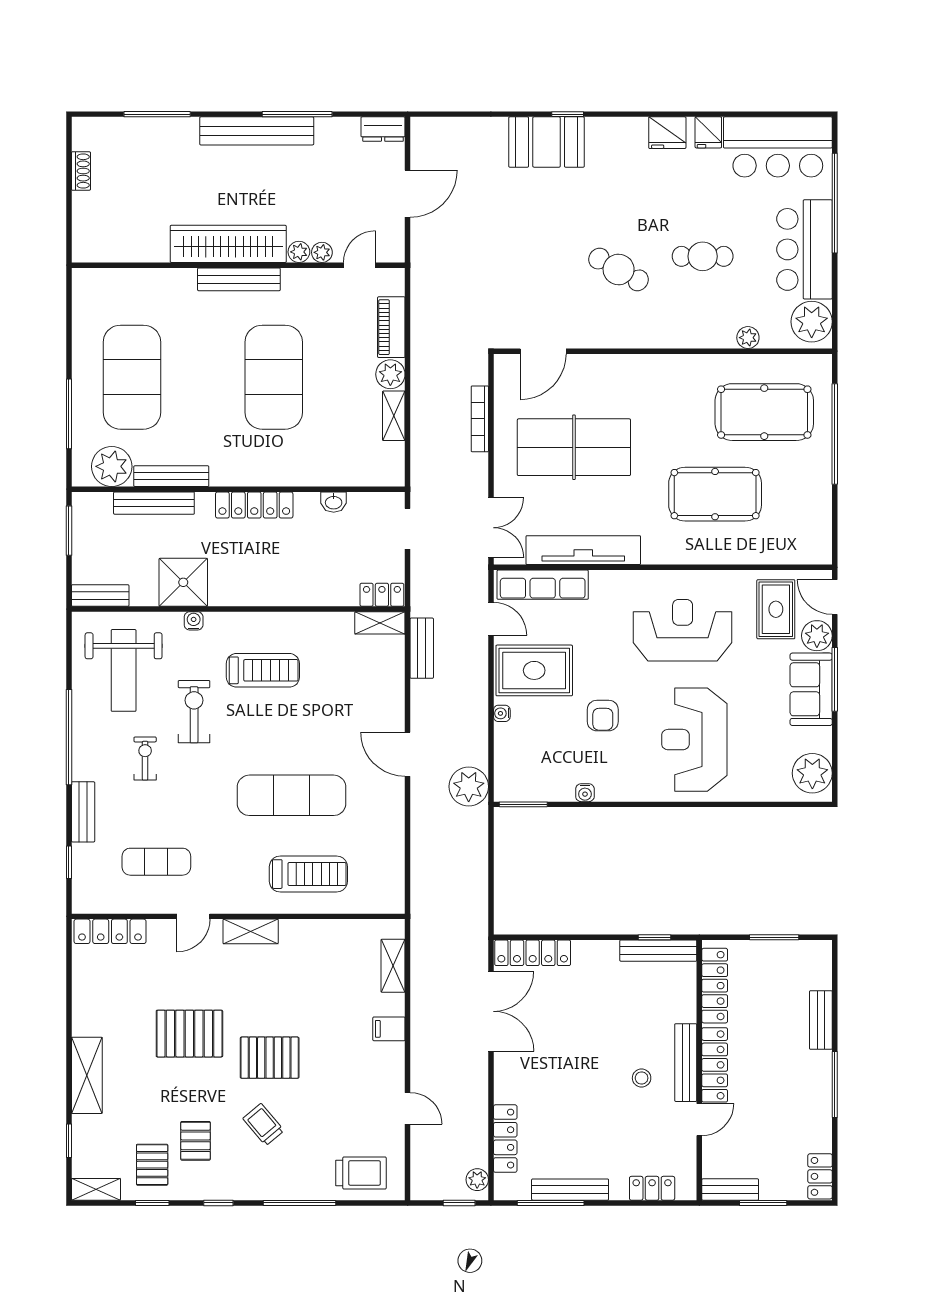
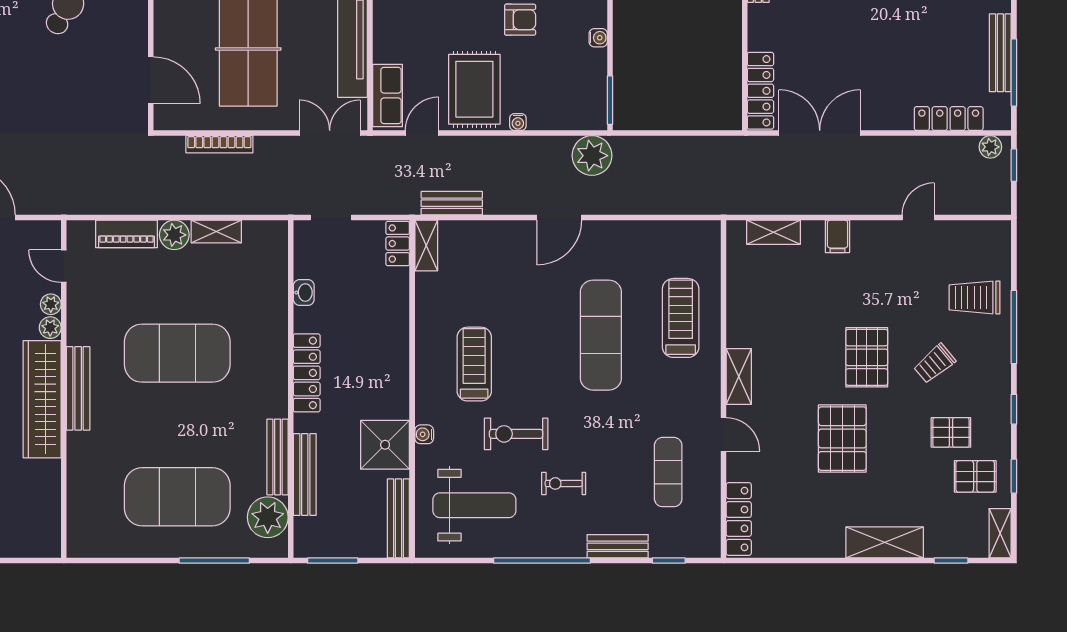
row of seats: (543, 585) -> (387, 95), width x0.68
bench: (100, 595) -> (398, 518), width x1.36
trolley: (361, 1173) -> (975, 297), moved, turned -90

